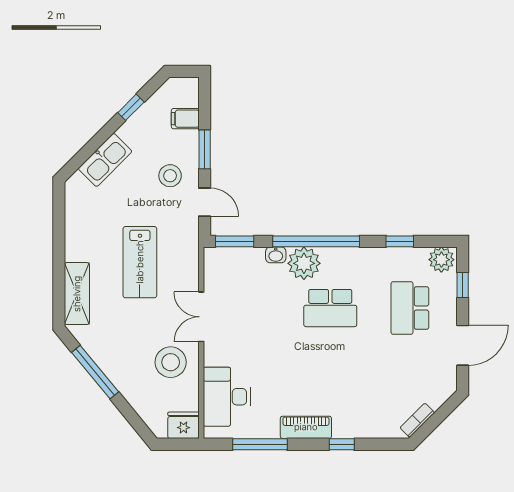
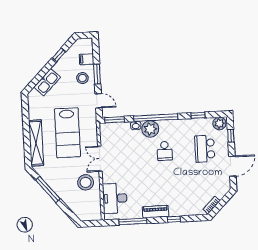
stool: (170, 176) -> (82, 78), moved
lab bench: (140, 262) -> (67, 133), width x1.36, depth x1.39
shelving: (77, 294) -> (36, 143), width x1.47
school desk: (330, 308) -> (165, 151), width x0.54
fridge: (183, 425) -> (94, 214), removed

